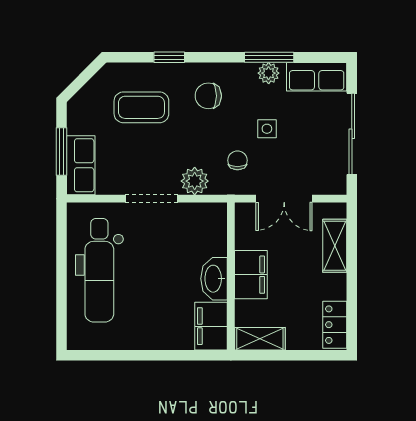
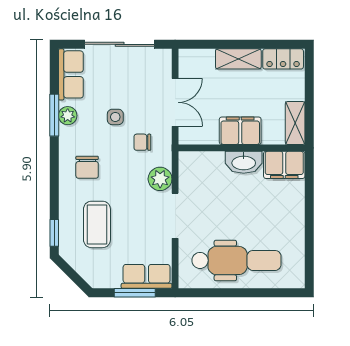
window: (169, 57) -> (54, 233), moved
shelving: (335, 246) -> (238, 59), moved

